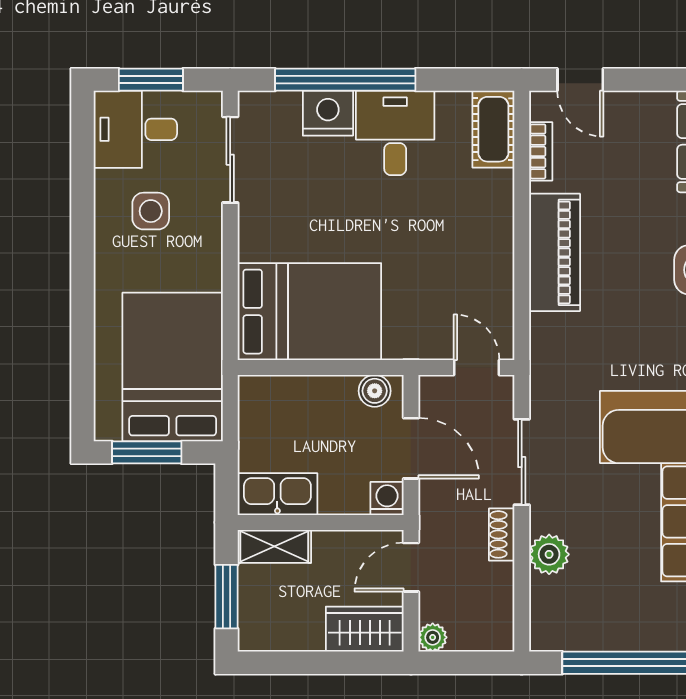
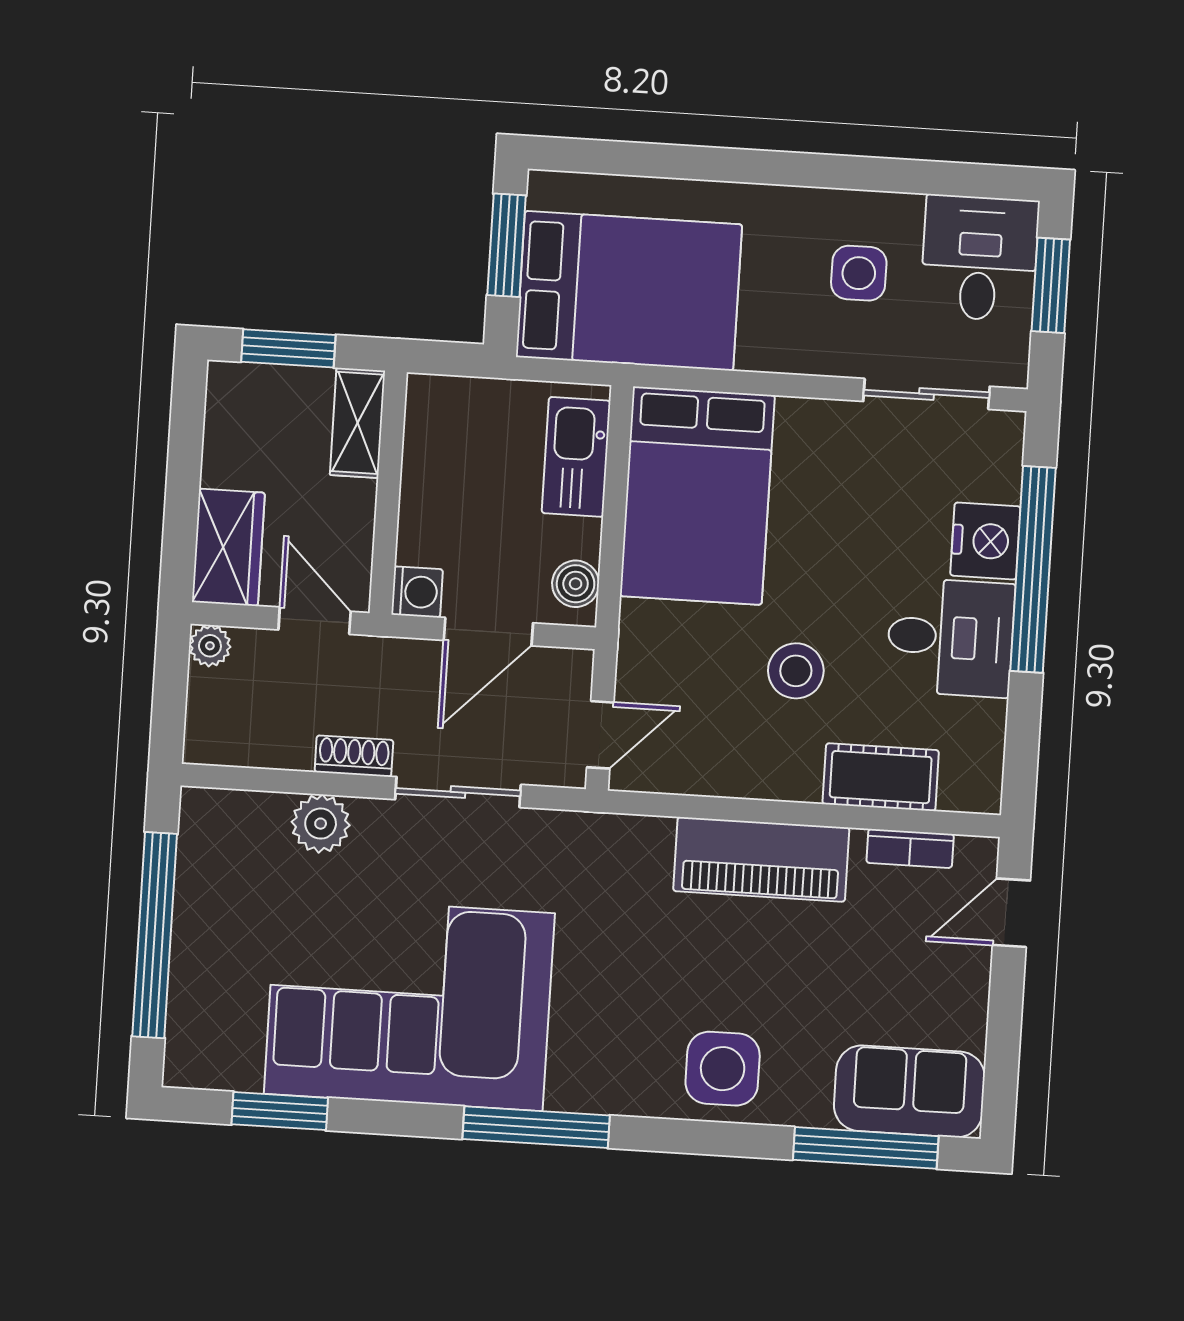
cot: (493, 129) -> (881, 777), moved
stool: (425, 237) -> (796, 671), added
kitchen sink: (277, 494) -> (576, 457), moved, turned 180

